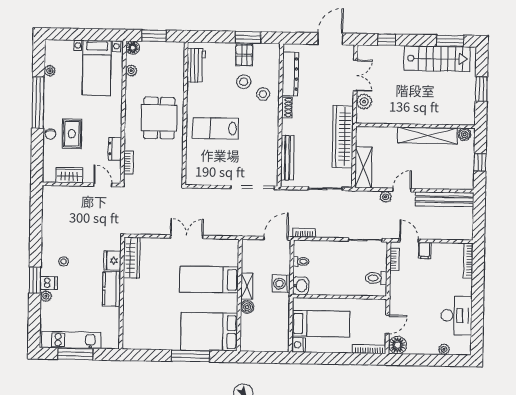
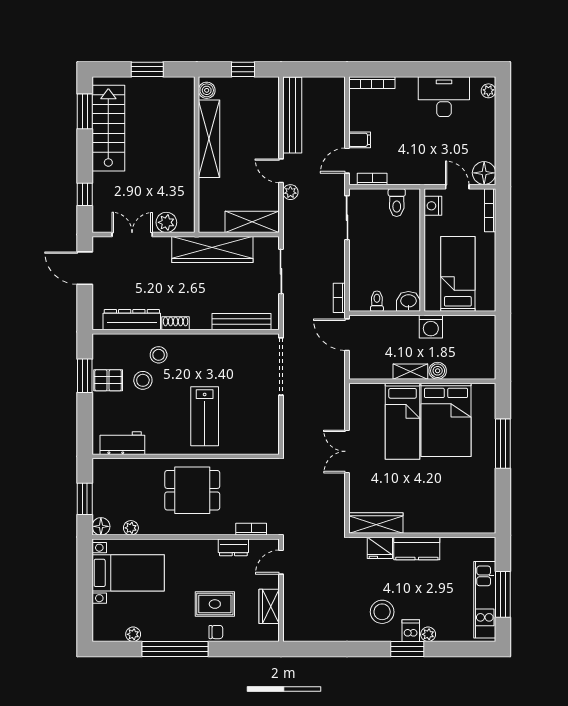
stool: (64, 261) -> (382, 612), width x1.89, depth x1.89
washing machine: (281, 284) -> (431, 327), moved
bed: (209, 332) -> (446, 420), moved
nightstand: (299, 345) -> (433, 206), moved, turned 90
plant: (444, 349) -> (488, 91), moved

